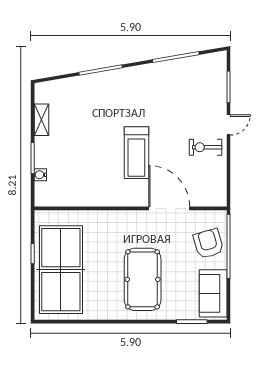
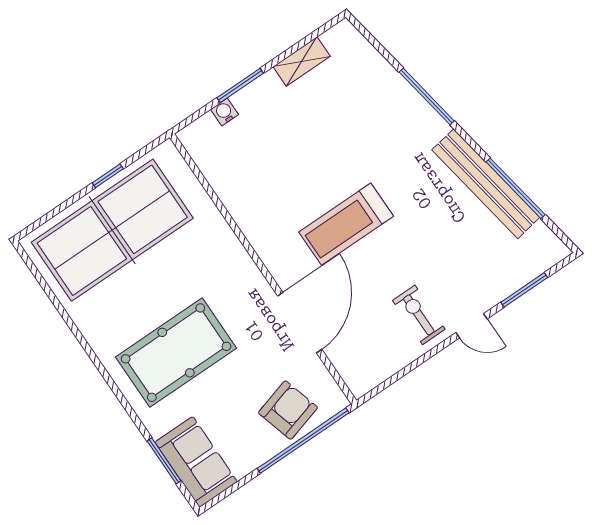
bench: (163, 70) -> (486, 184), added
sofa: (213, 293) -> (196, 462), moved, turned 90

